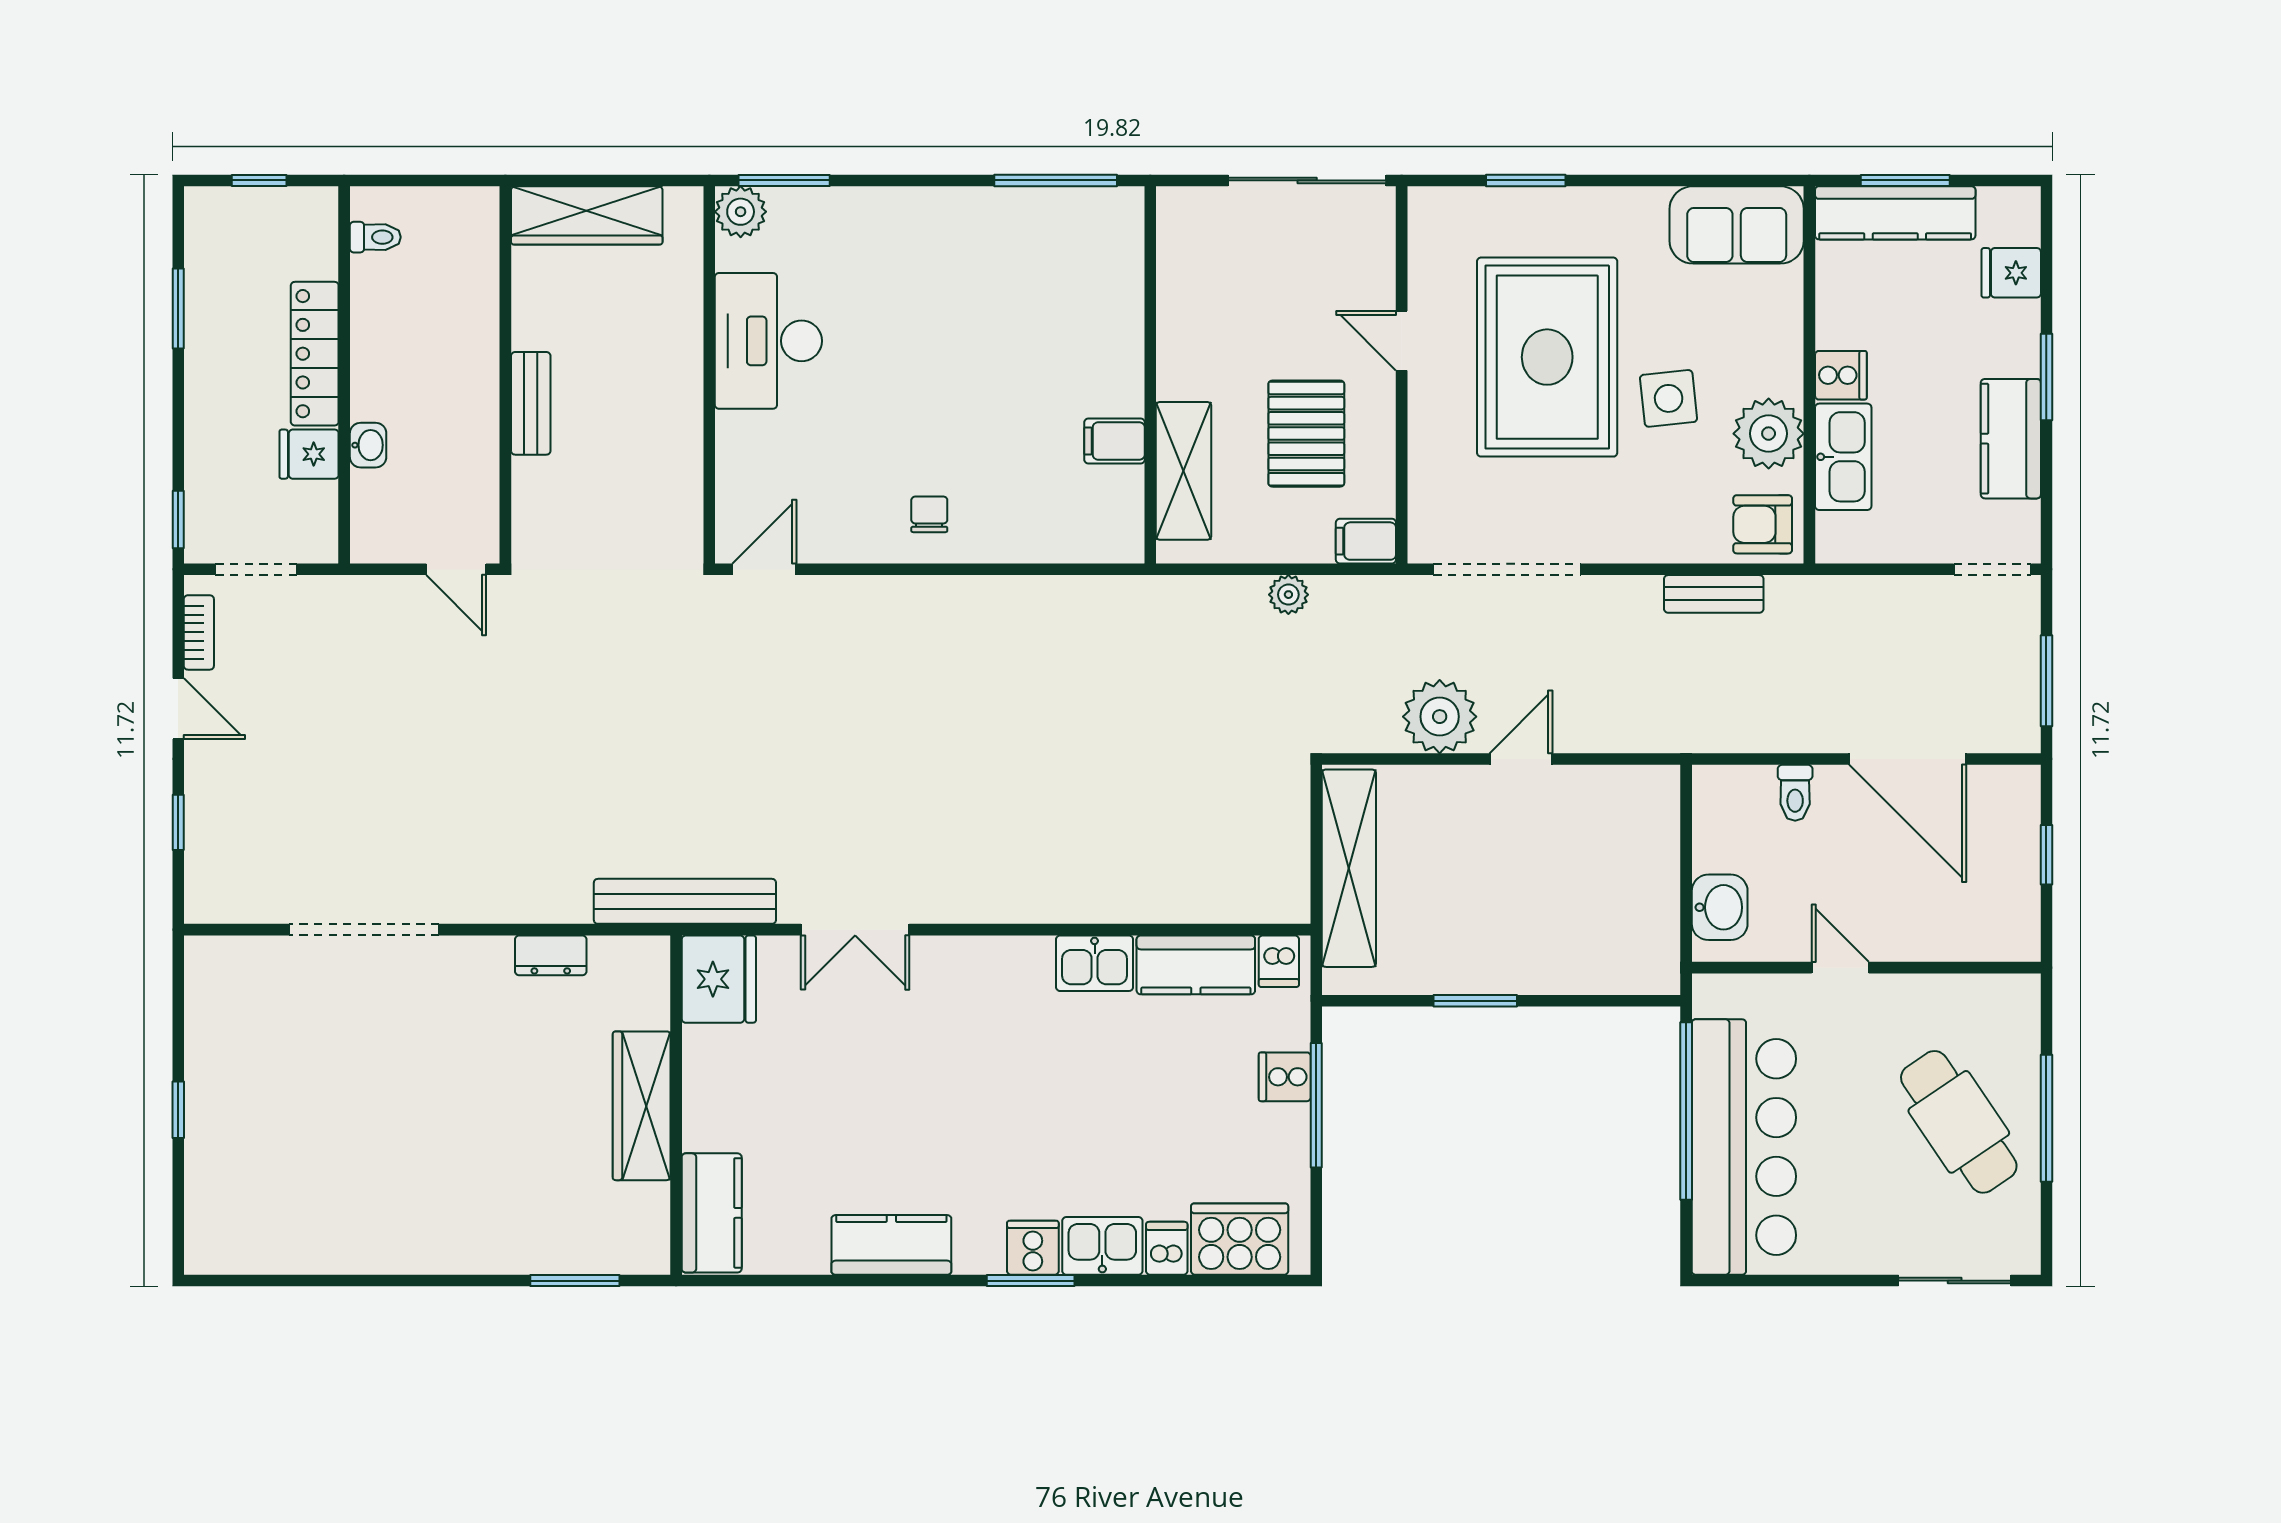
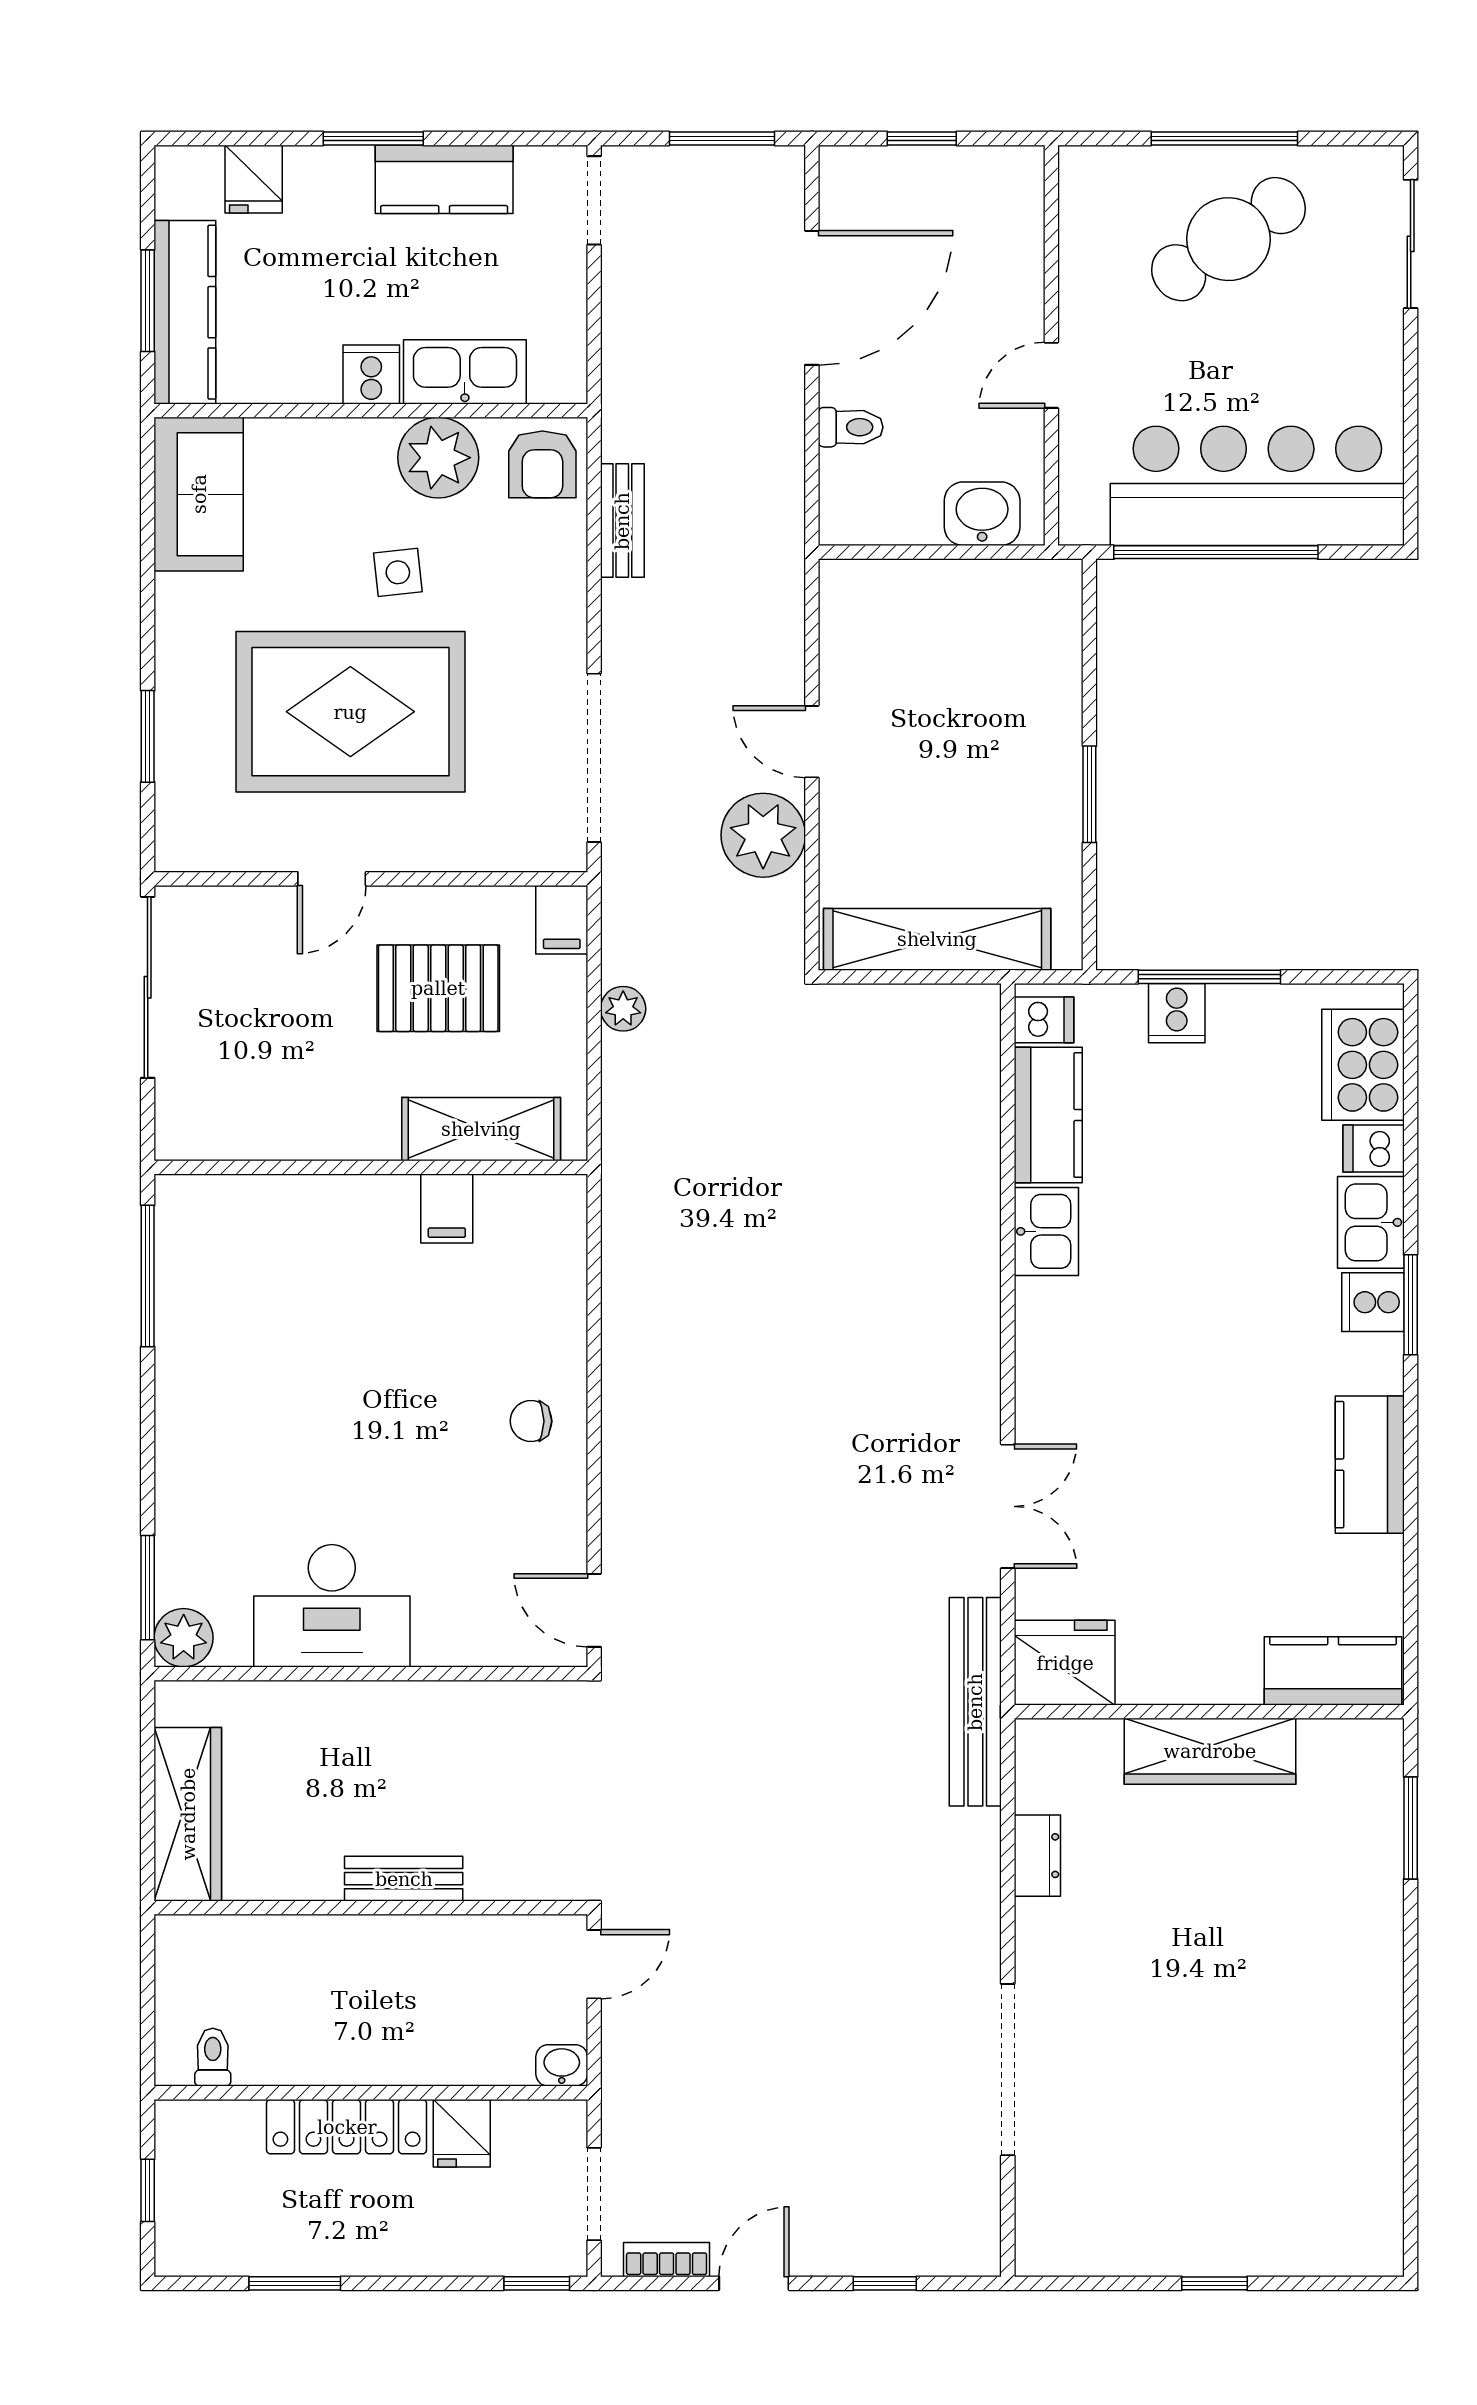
side table: (1669, 398) -> (398, 572), width x0.73, depth x0.73
washbasin: (368, 445) -> (562, 2065), moved

